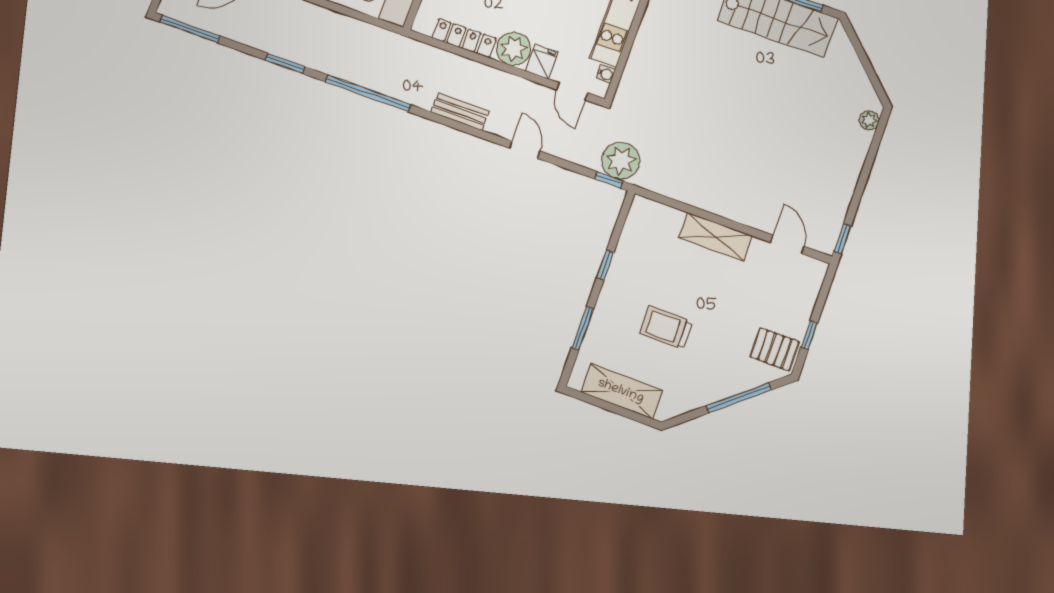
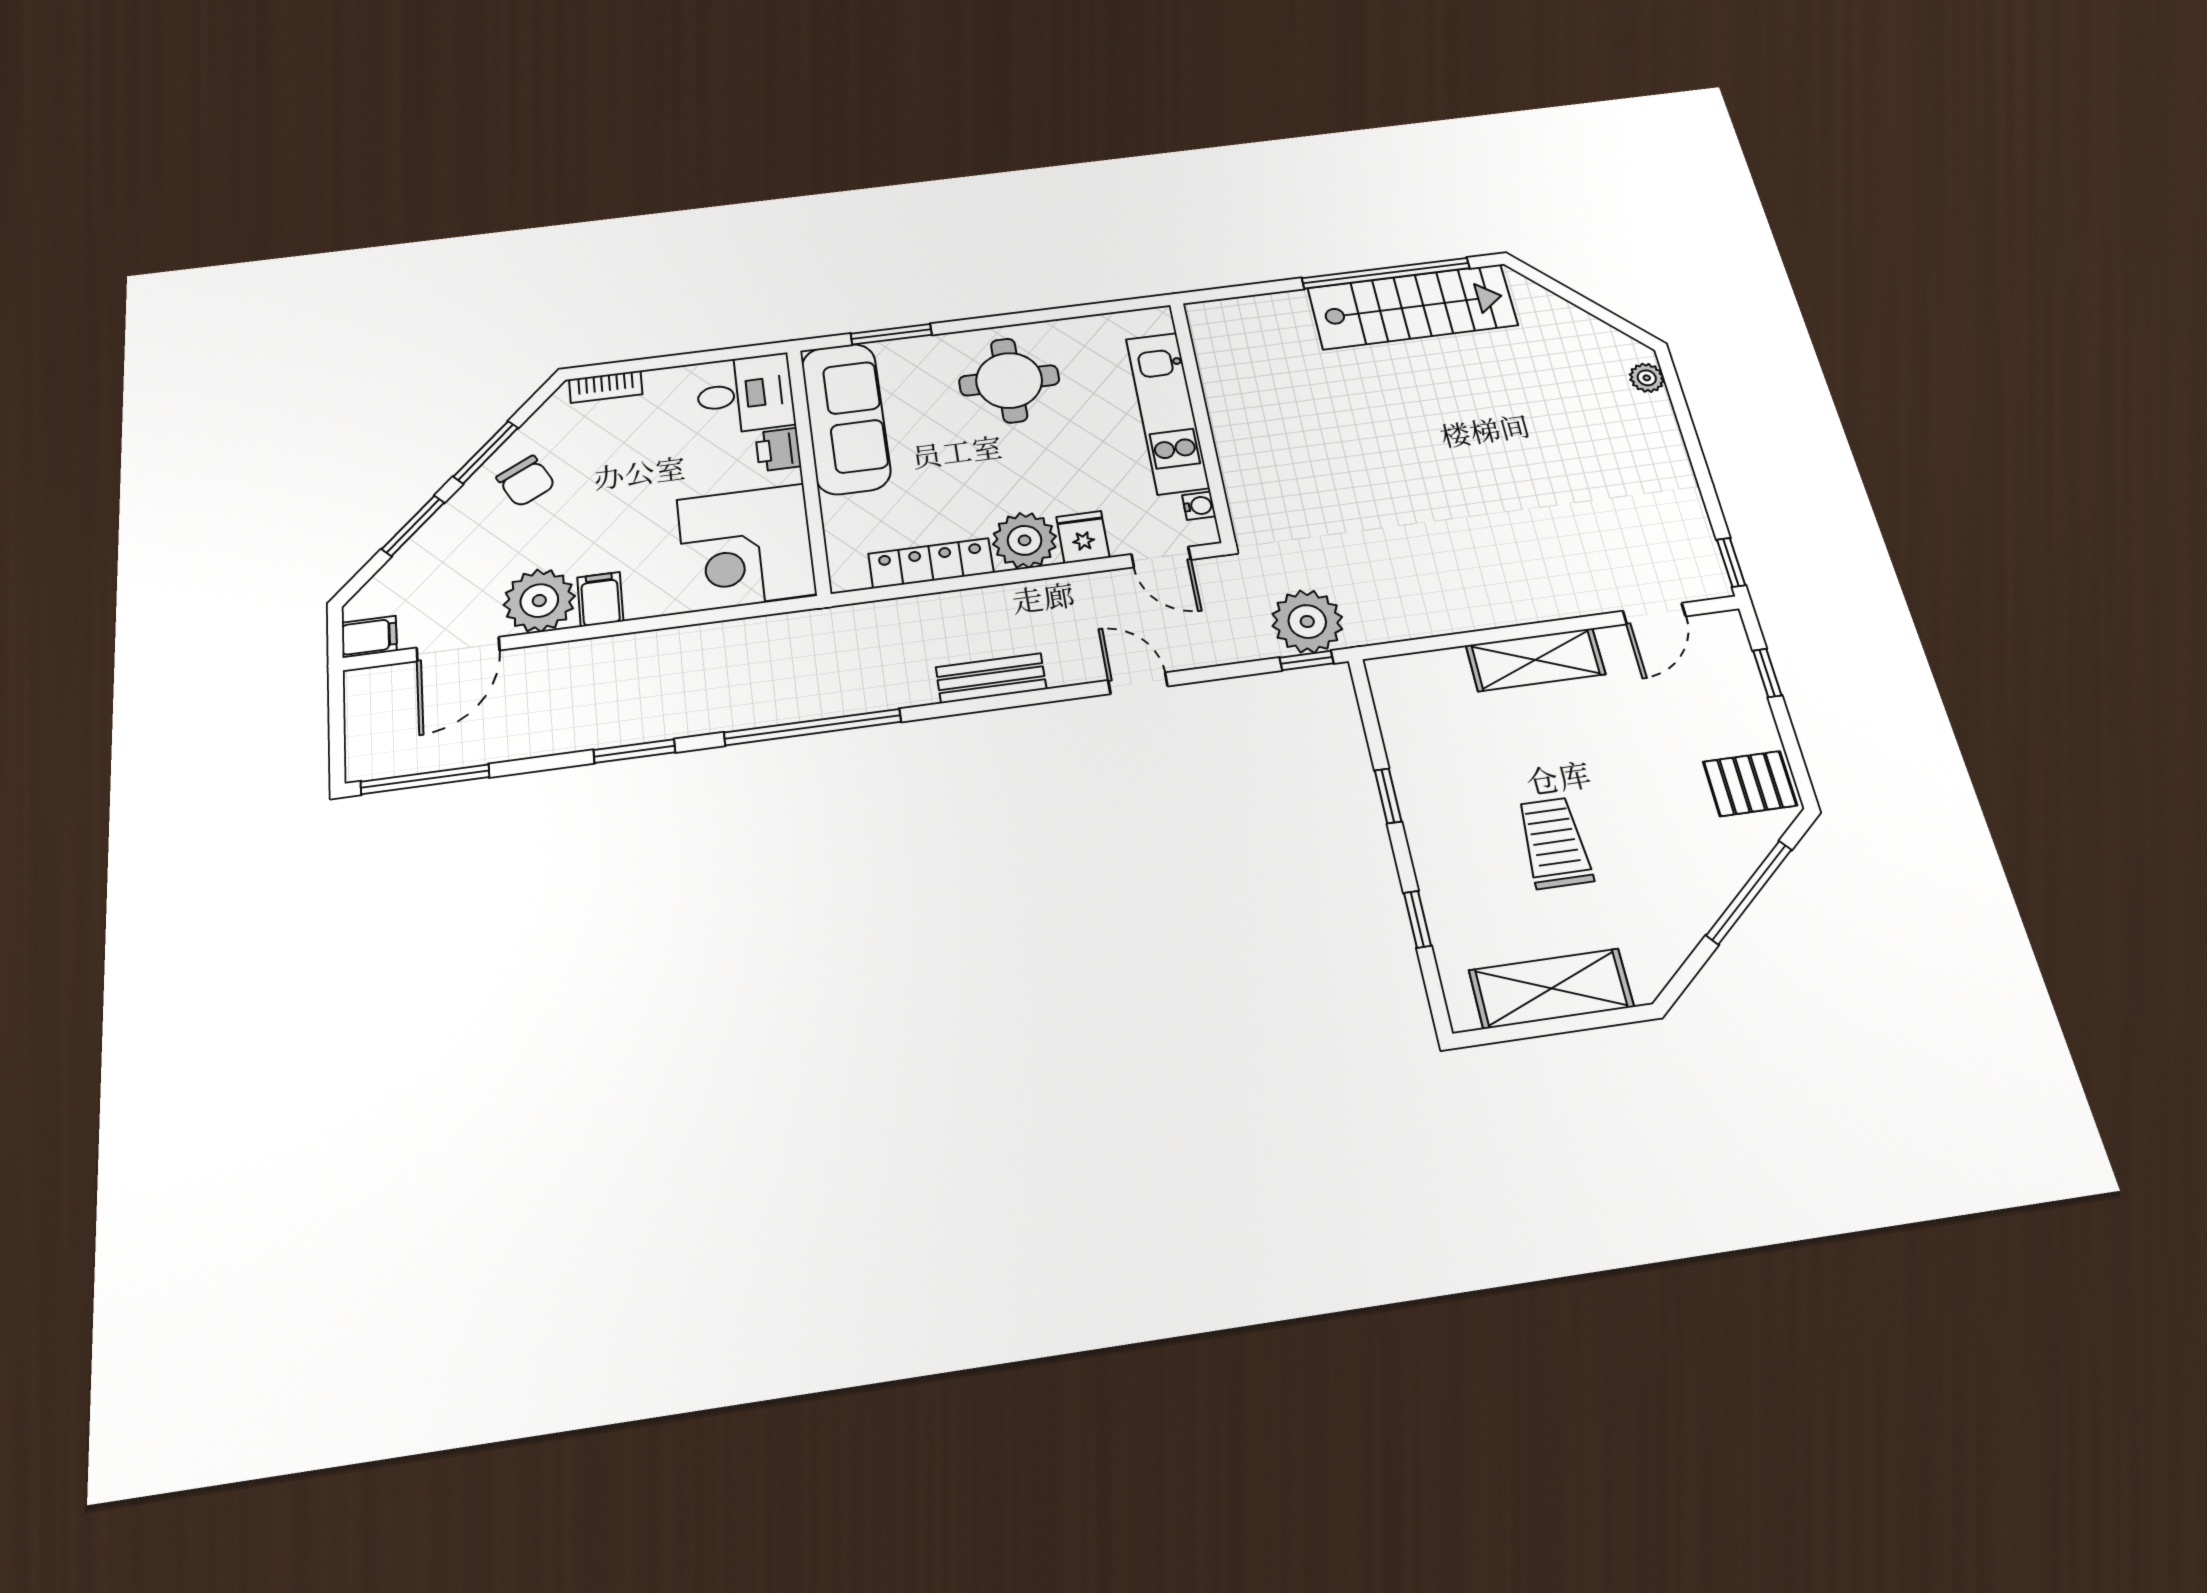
door: (787, 244) -> (1654, 614), swing flipped
trolley: (666, 327) -> (1554, 843), turned 90
window: (583, 328) -> (1417, 919), width x0.67
window: (809, 335) -> (1767, 673), moved

